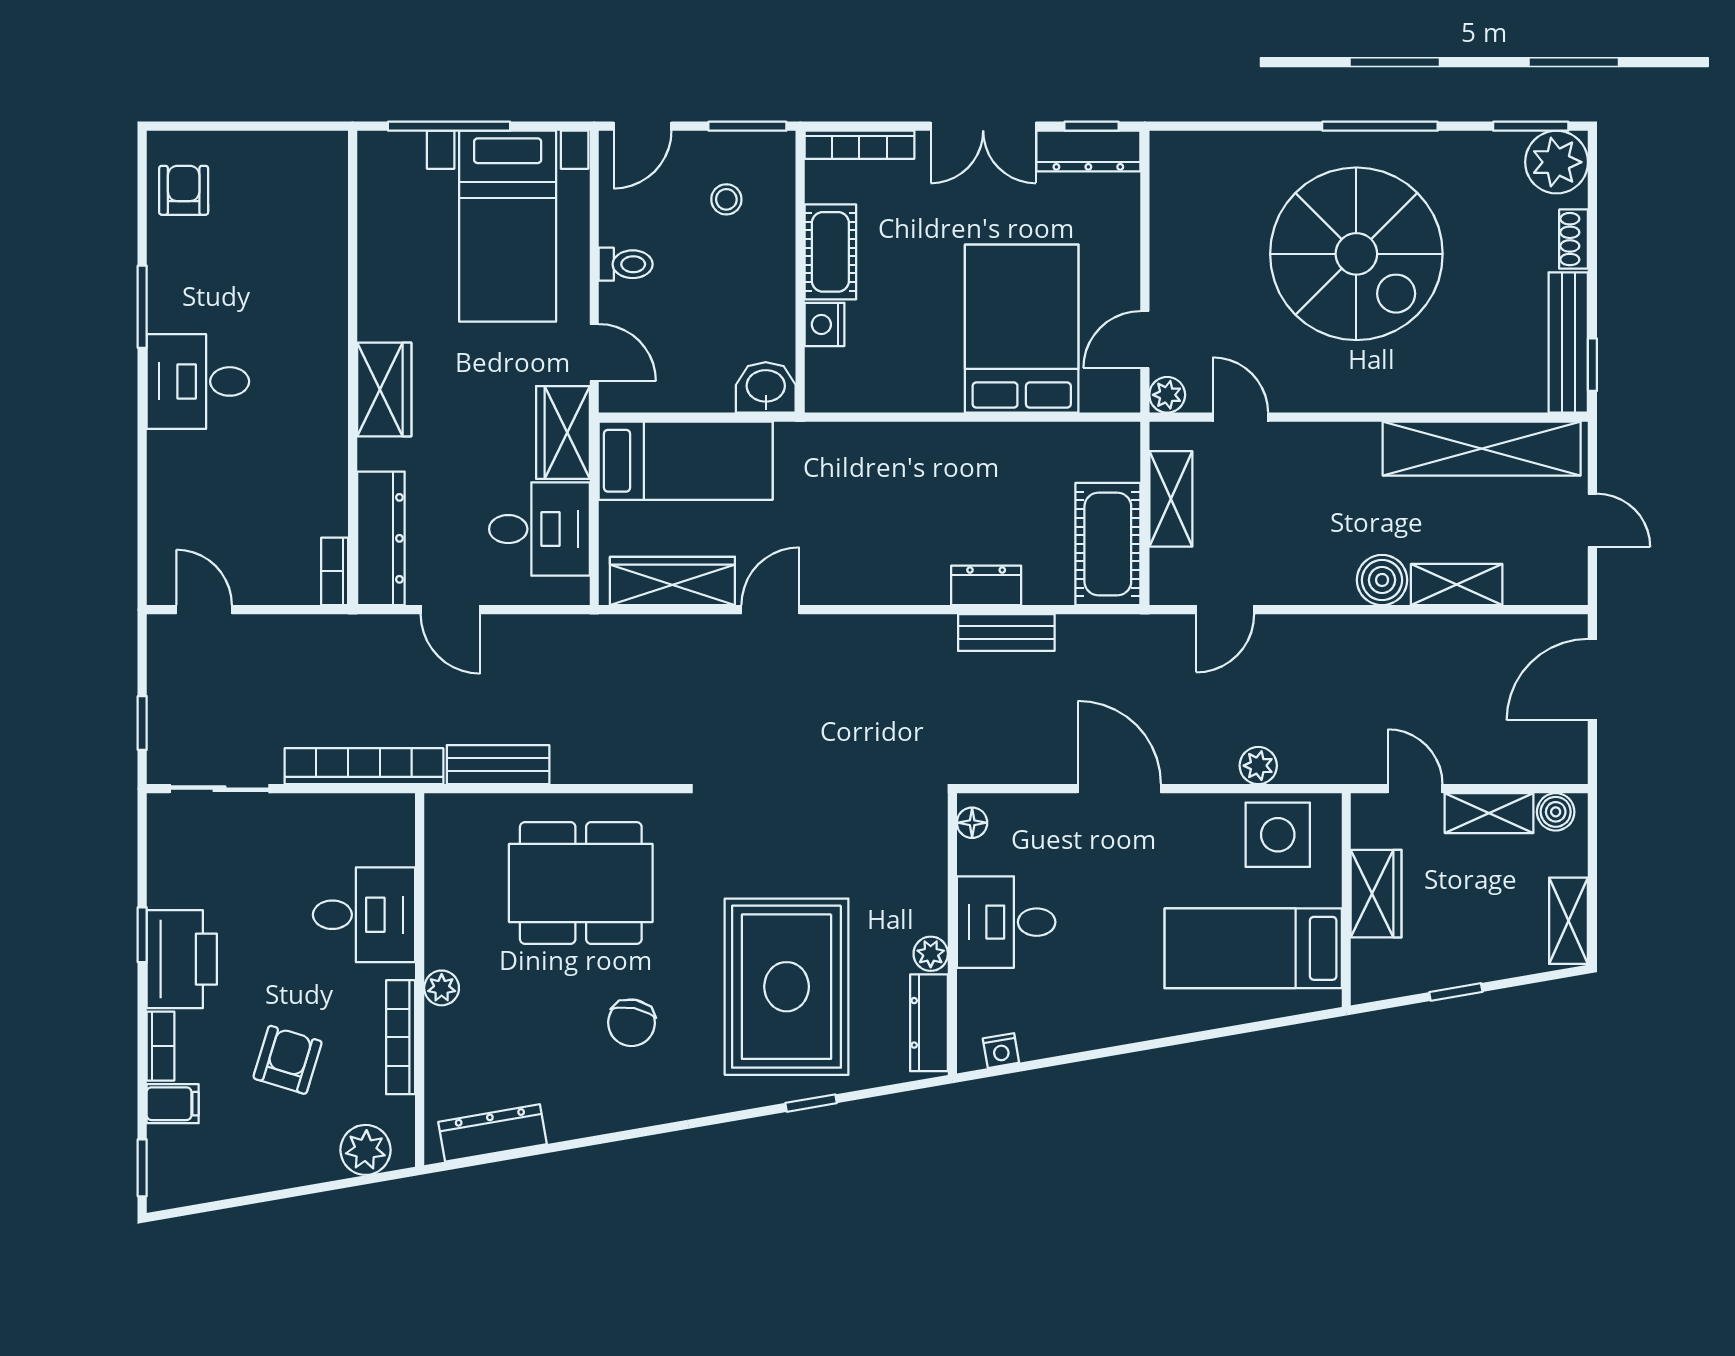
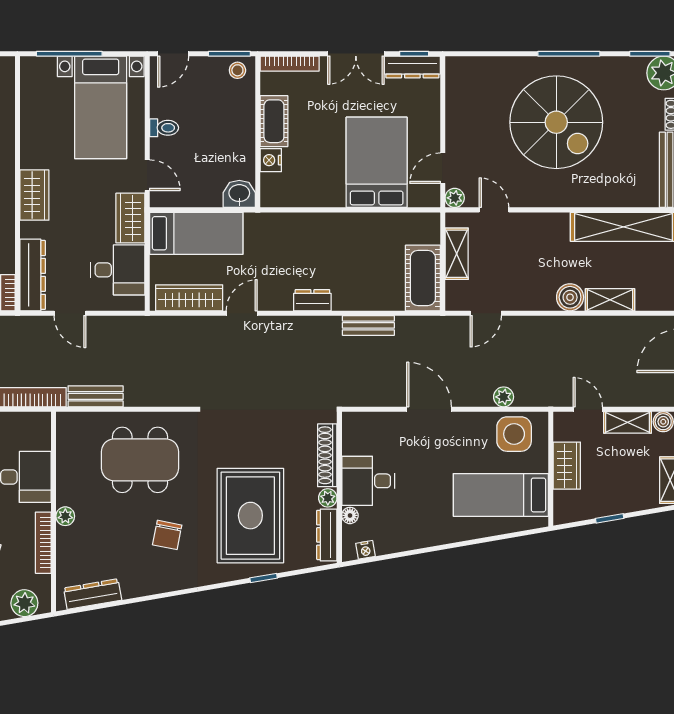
stool: (726, 199) -> (237, 70), moved
dresser: (986, 585) -> (312, 300), moved
floor lamp: (972, 823) -> (350, 515), moved
shoe rack: (930, 874) -> (327, 455), added

